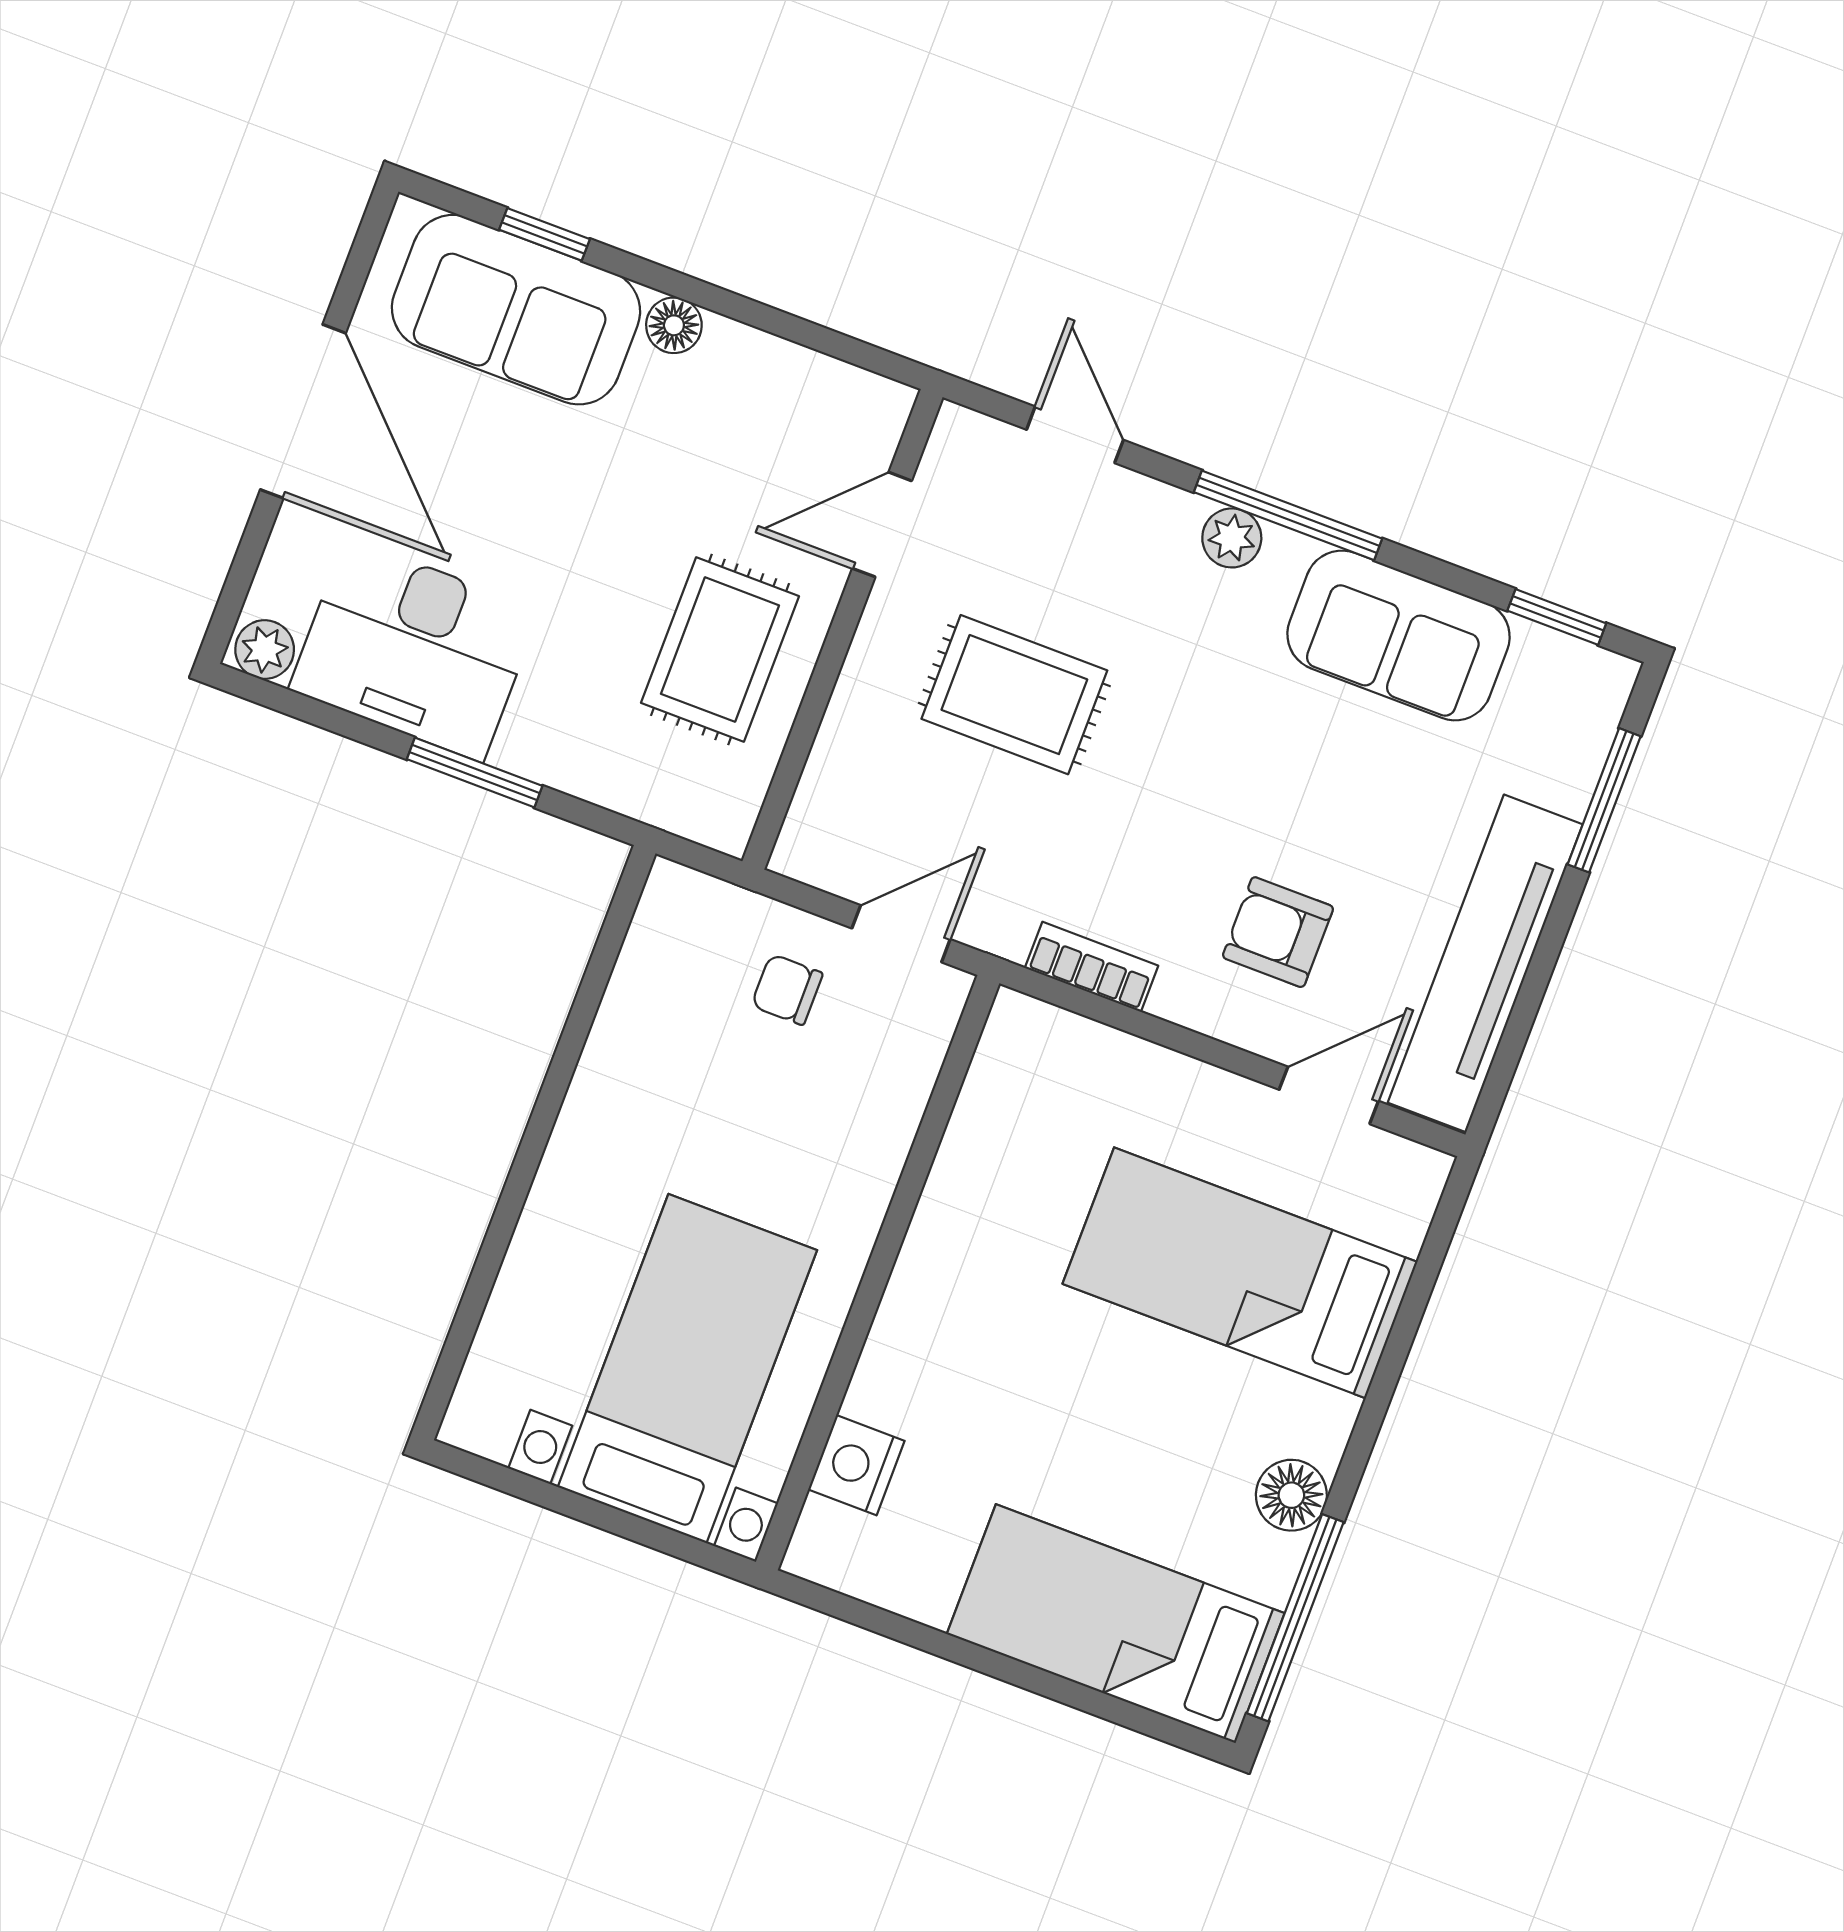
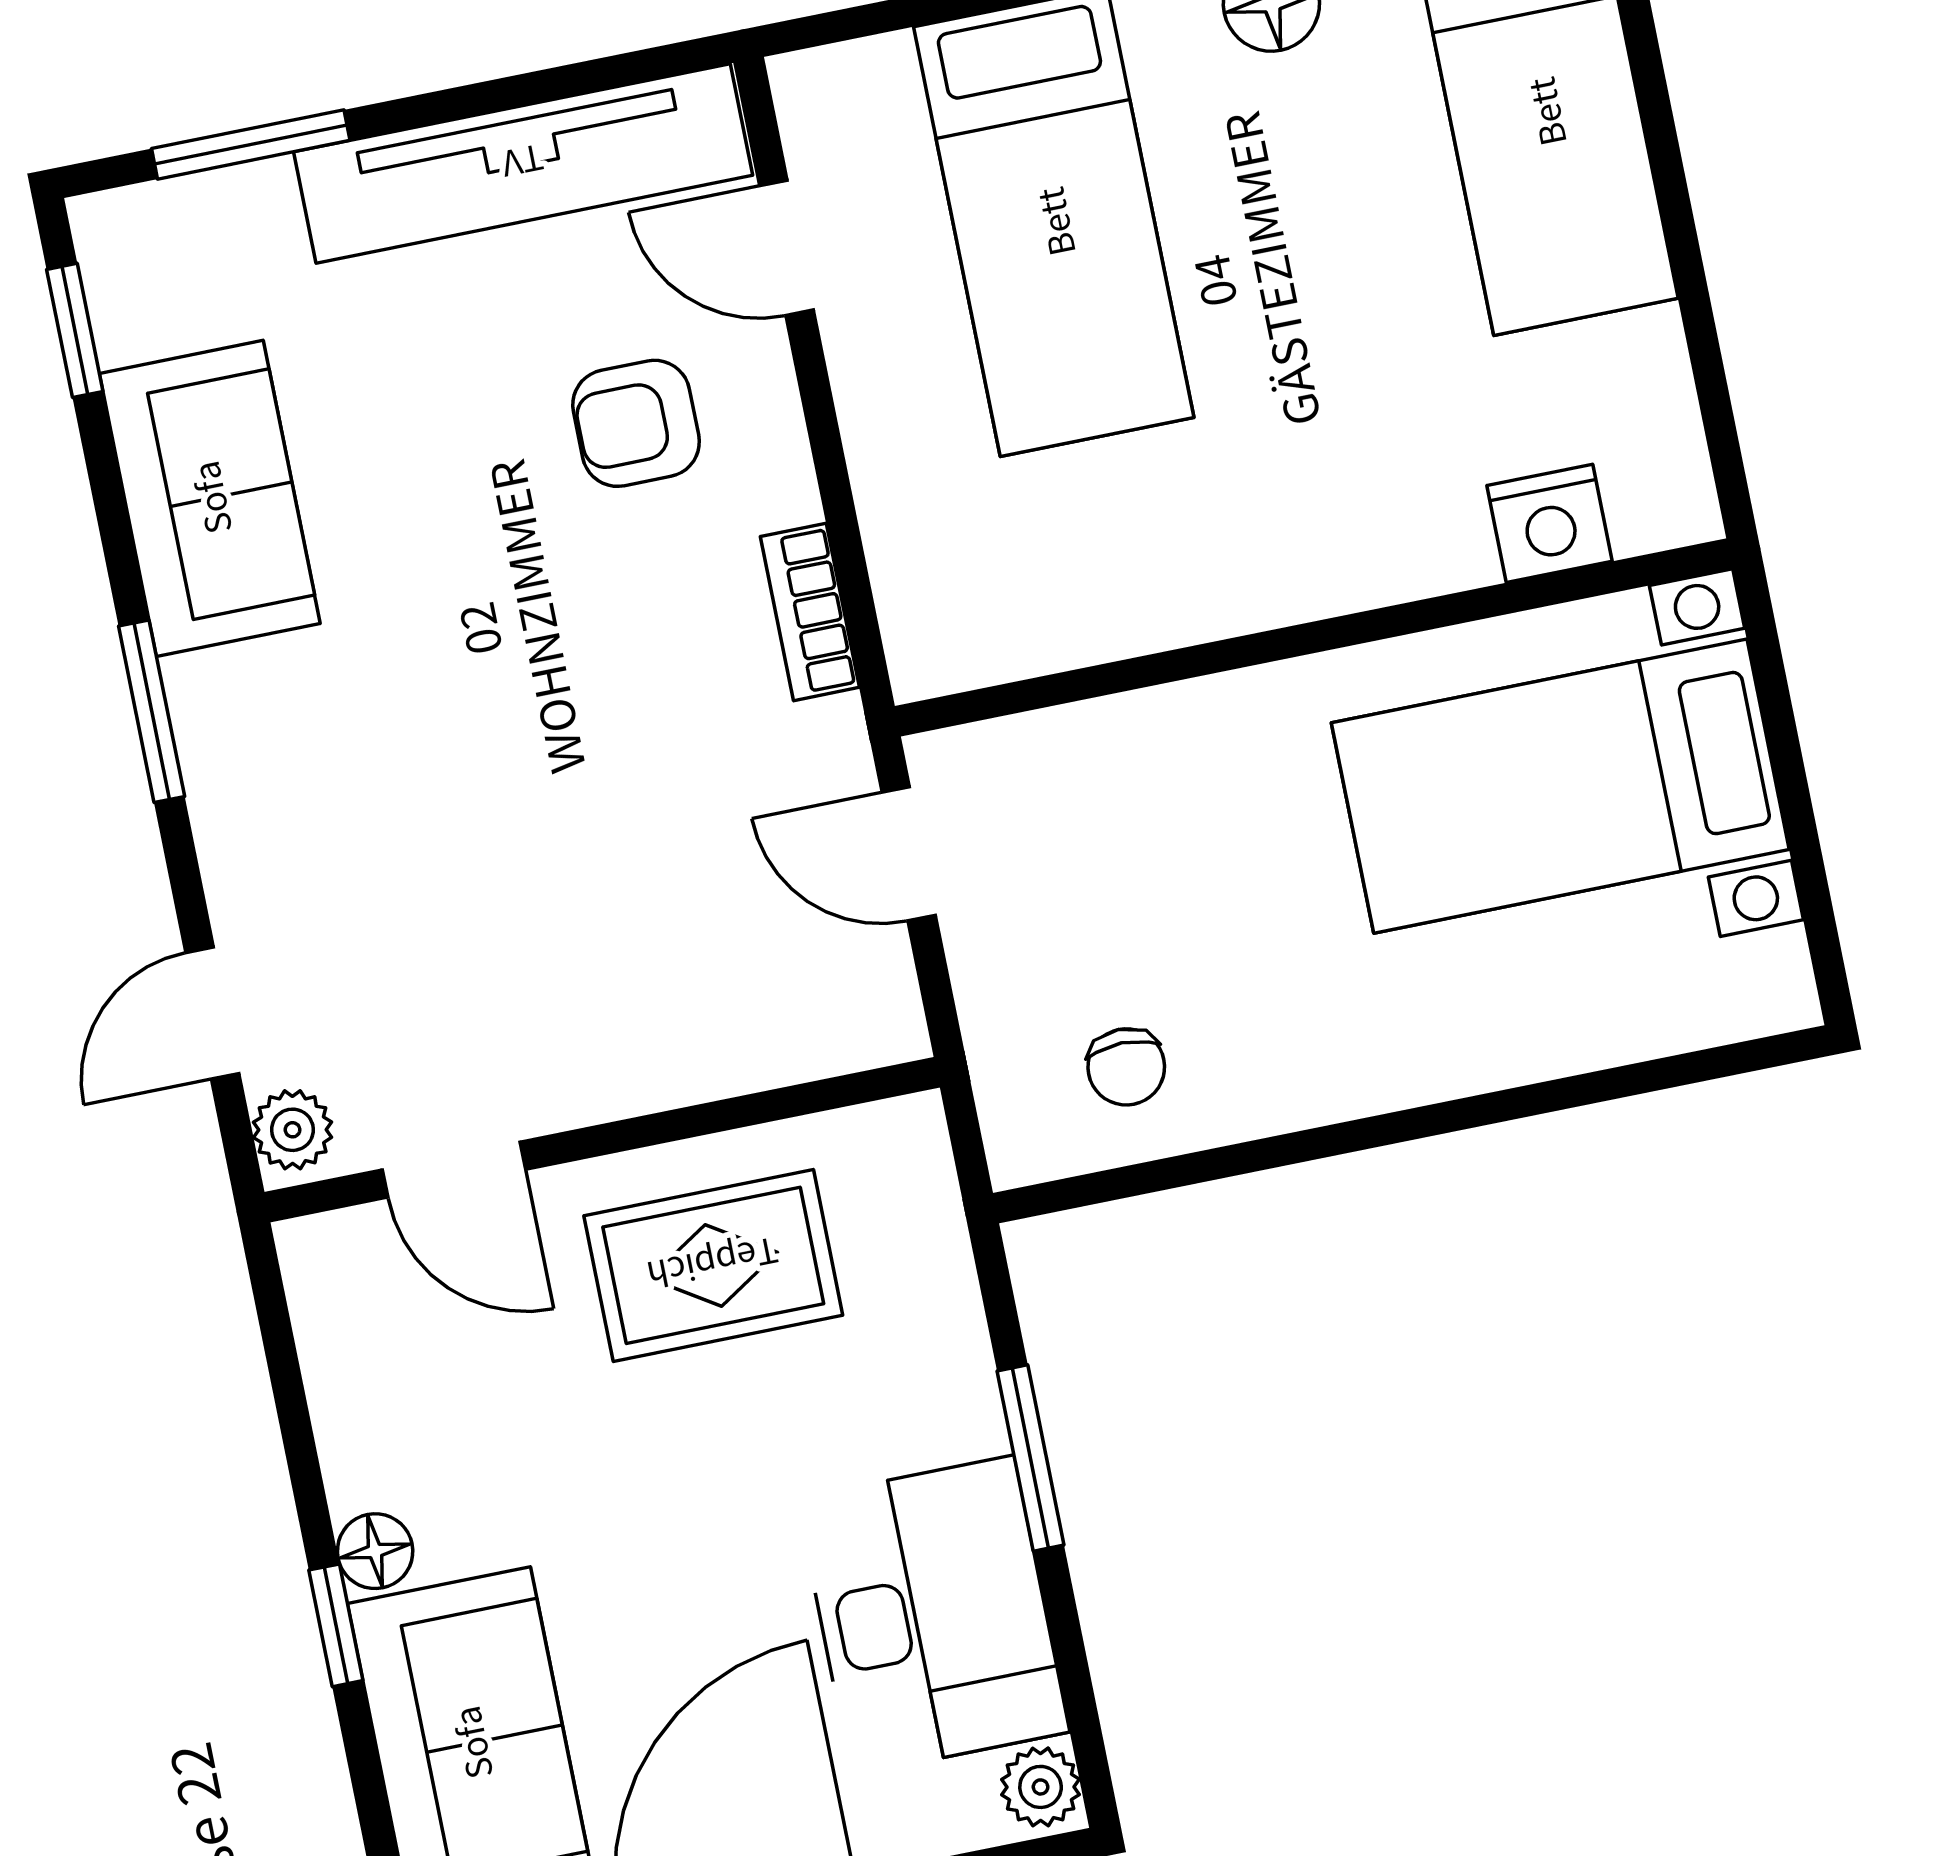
window: (544, 234) -> (336, 1625), moved
window: (1288, 515) -> (152, 711), width x0.69
plant: (1232, 538) -> (293, 1130), moved
rug: (1014, 695) -> (553, 896), removed
armchair: (1278, 932) -> (636, 423), turned 90
chair: (787, 990) -> (1126, 1067), moved

